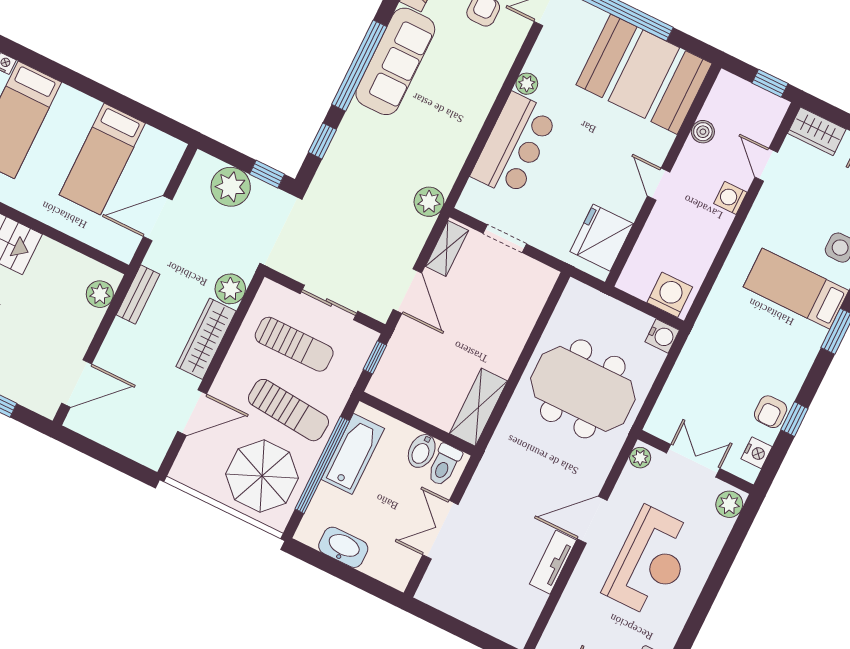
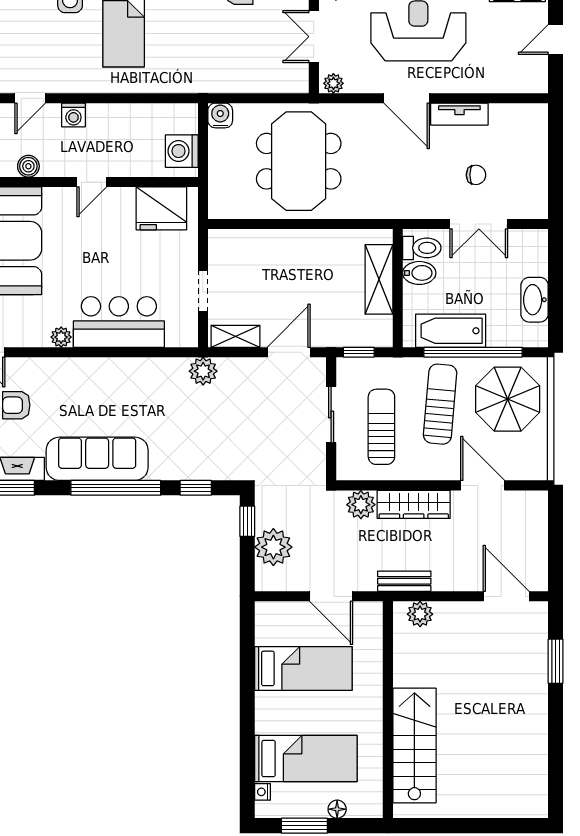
washing machine: (670, 295) -> (182, 151), moved
shelving: (478, 407) -> (379, 279), moved, turned 90
chair: (488, 550) -> (476, 175), added

